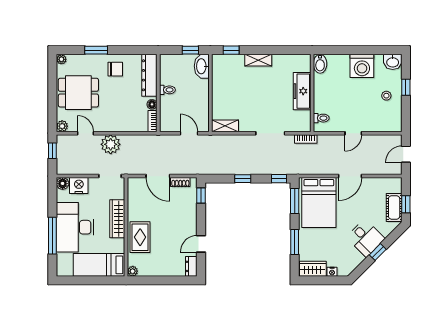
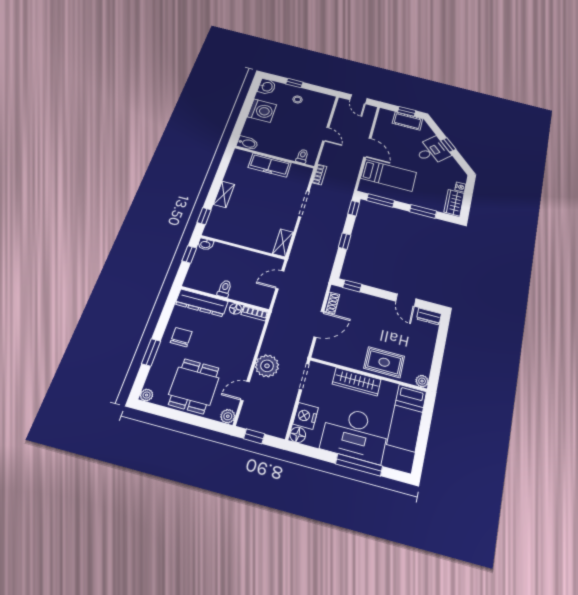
washbasin: (202, 66) -> (205, 244), width x0.52, depth x0.69
bed: (319, 203) -> (389, 175), width x0.67

